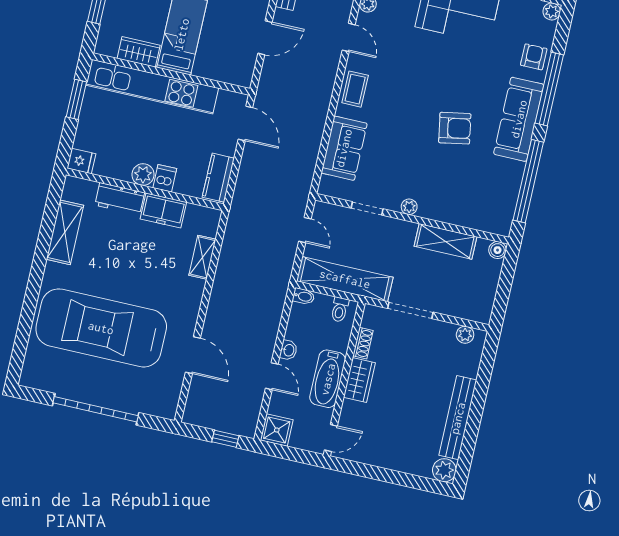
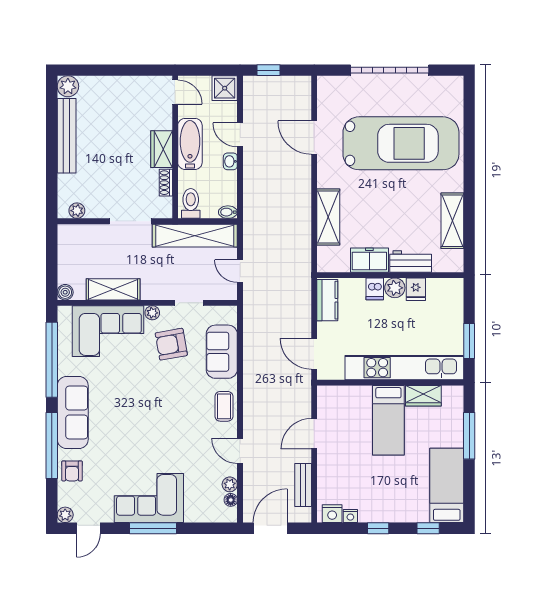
armchair: (455, 128) -> (171, 344), moved
fridge: (81, 161) -> (416, 289), moved, turned -90
corner sofa: (461, 198) -> (108, 331), added
shelving: (202, 257) -> (328, 217), width x1.50, depth x1.33
toilet: (340, 310) -> (191, 203), width x1.37, depth x1.39
door: (331, 438) -> (175, 92), swing flipped

